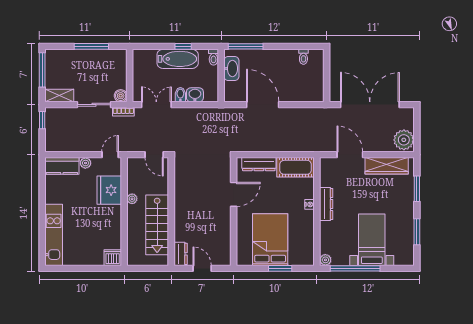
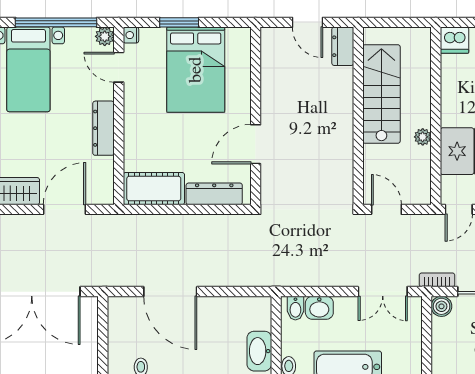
bidet: (180, 95) -> (295, 308), moved
door: (263, 105) -> (170, 292), moved
door: (350, 155) -> (64, 209), swing flipped
nightstand: (309, 204) -> (131, 35), moved
door: (317, 241) -> (119, 67), added

